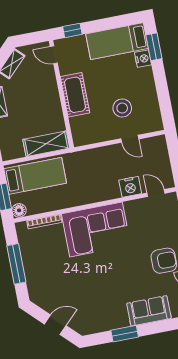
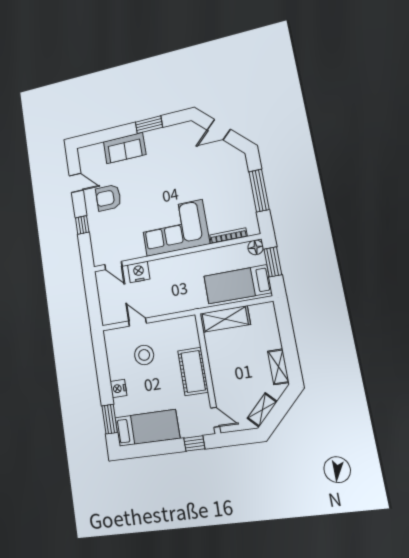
nightstand: (143, 59) -> (118, 389), moved

